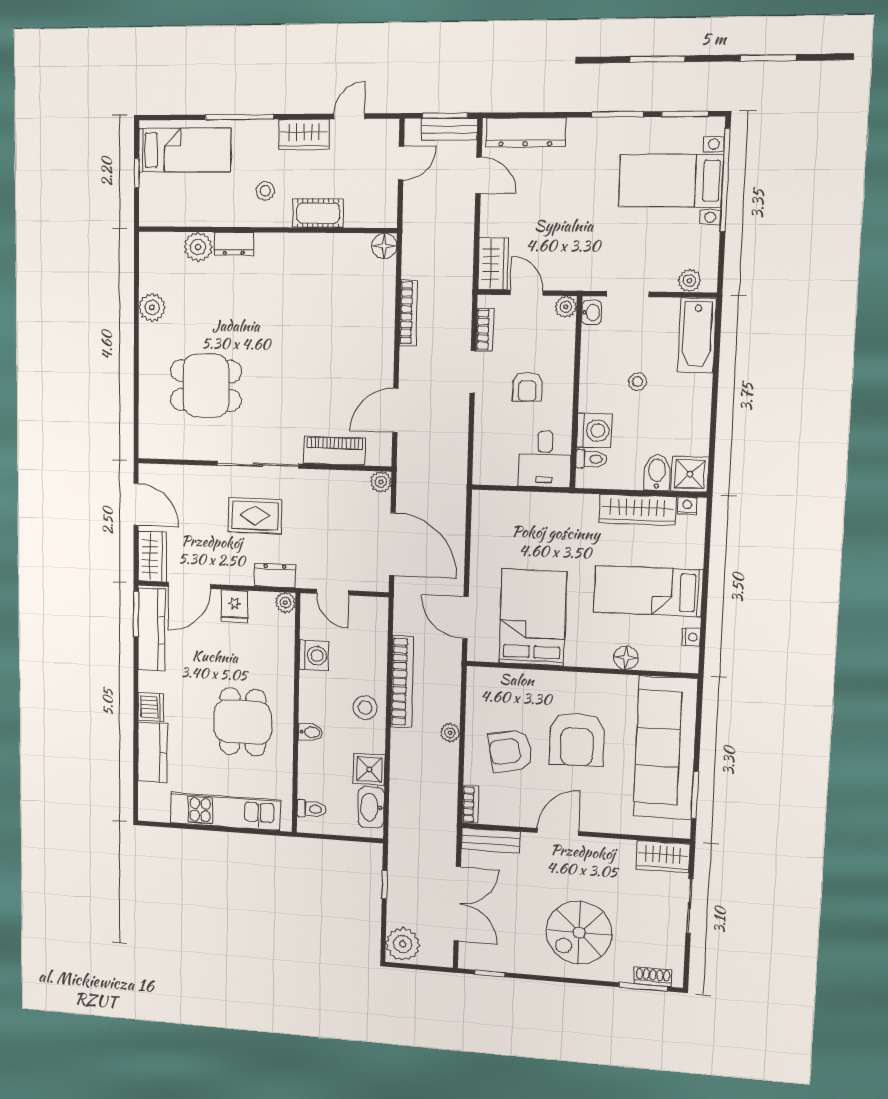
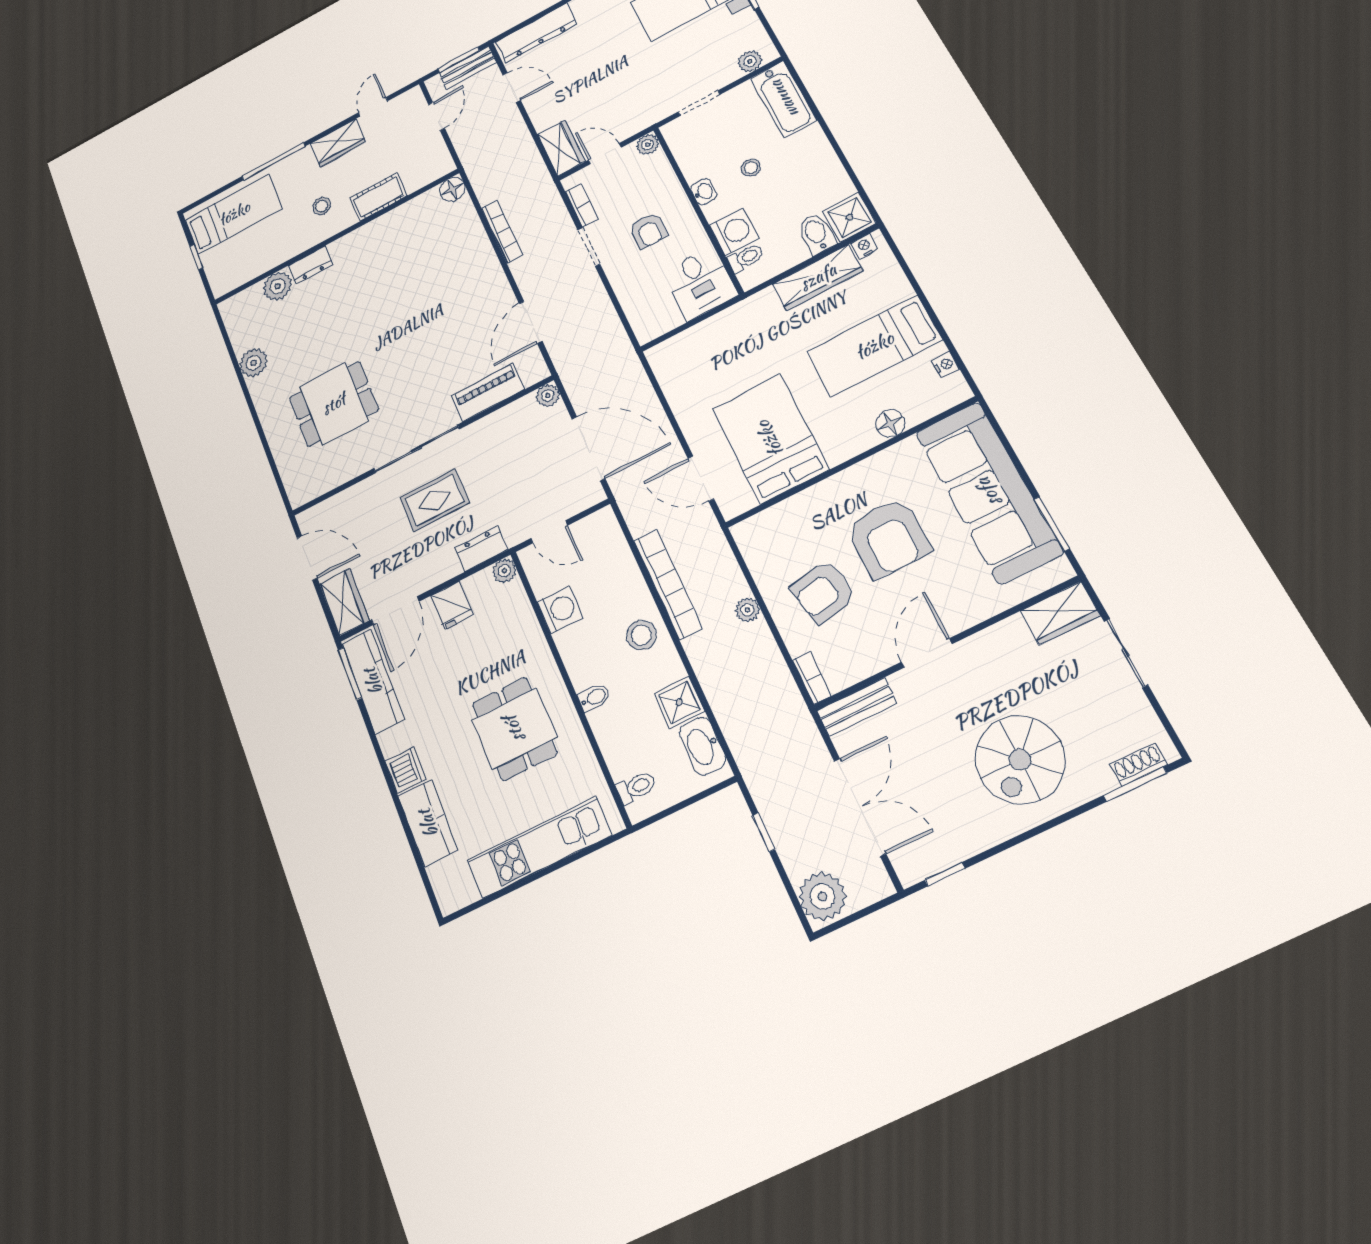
washbasin: (592, 313) -> (704, 192), moved

